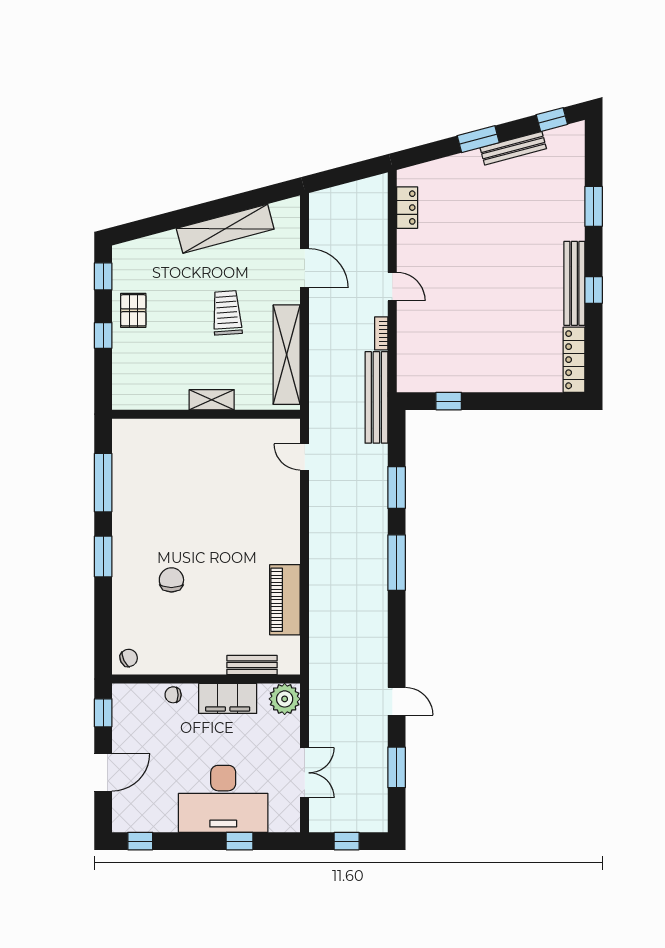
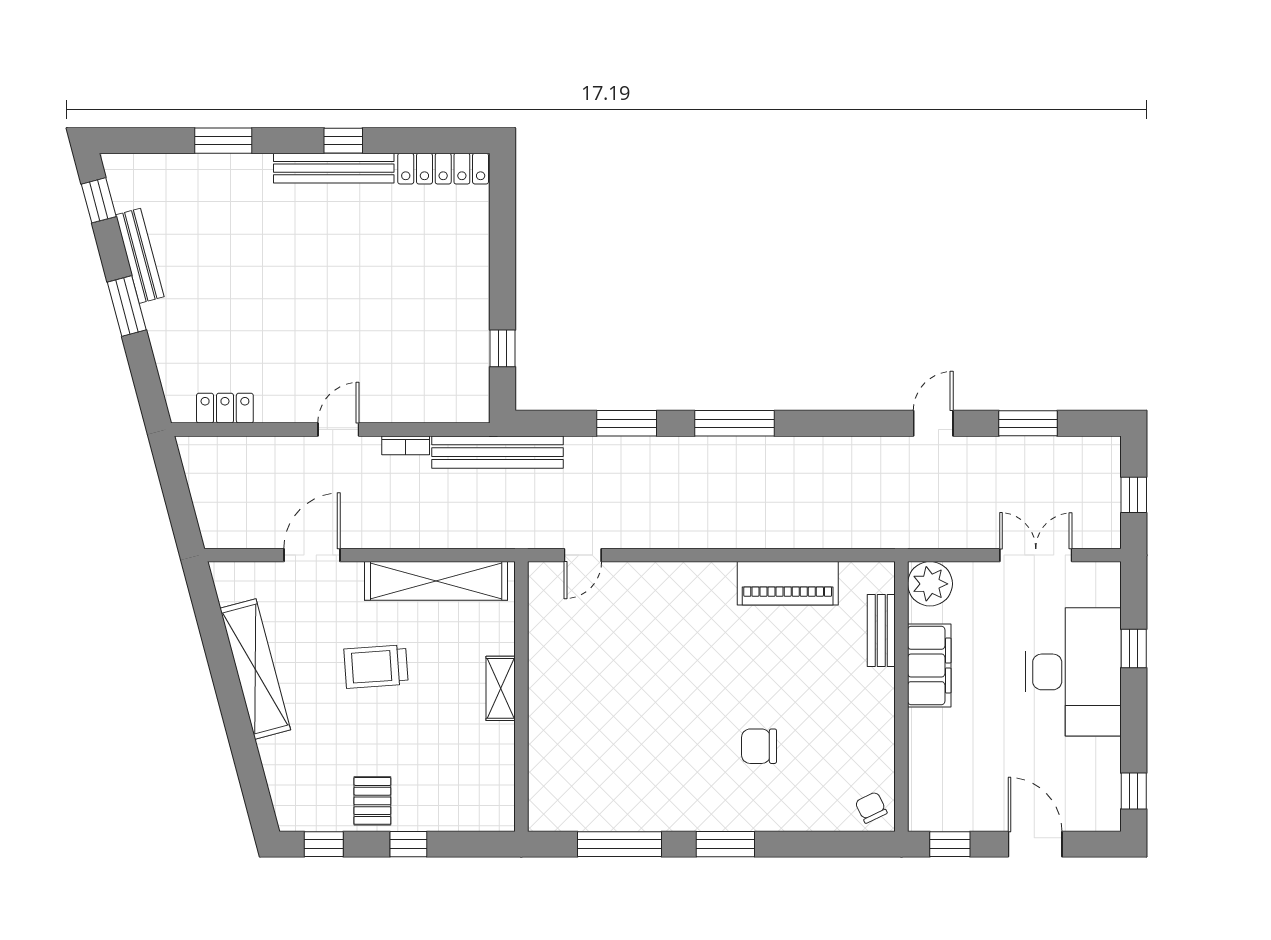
pallet: (133, 310) -> (372, 801), turned 90
chair: (173, 695) -> (924, 744), removed

